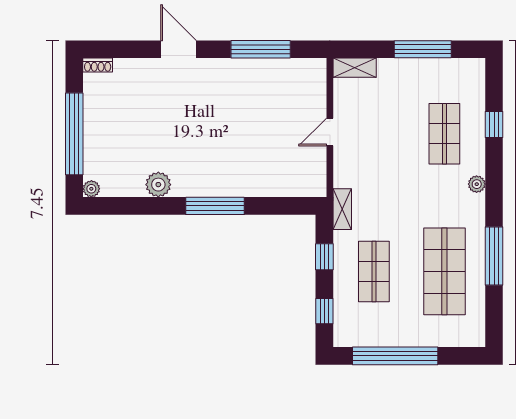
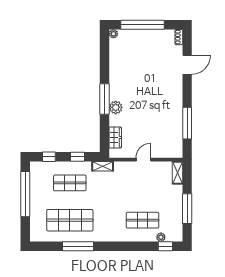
door: (178, 49) -> (187, 65), moved
window: (494, 124) -> (165, 246), moved
door: (330, 132) -> (143, 160), hinge flipped
plant: (477, 184) -> (161, 237), moved
plant: (158, 185) -> (116, 107), moved
wardrobe: (288, 185) -> (115, 137), added

